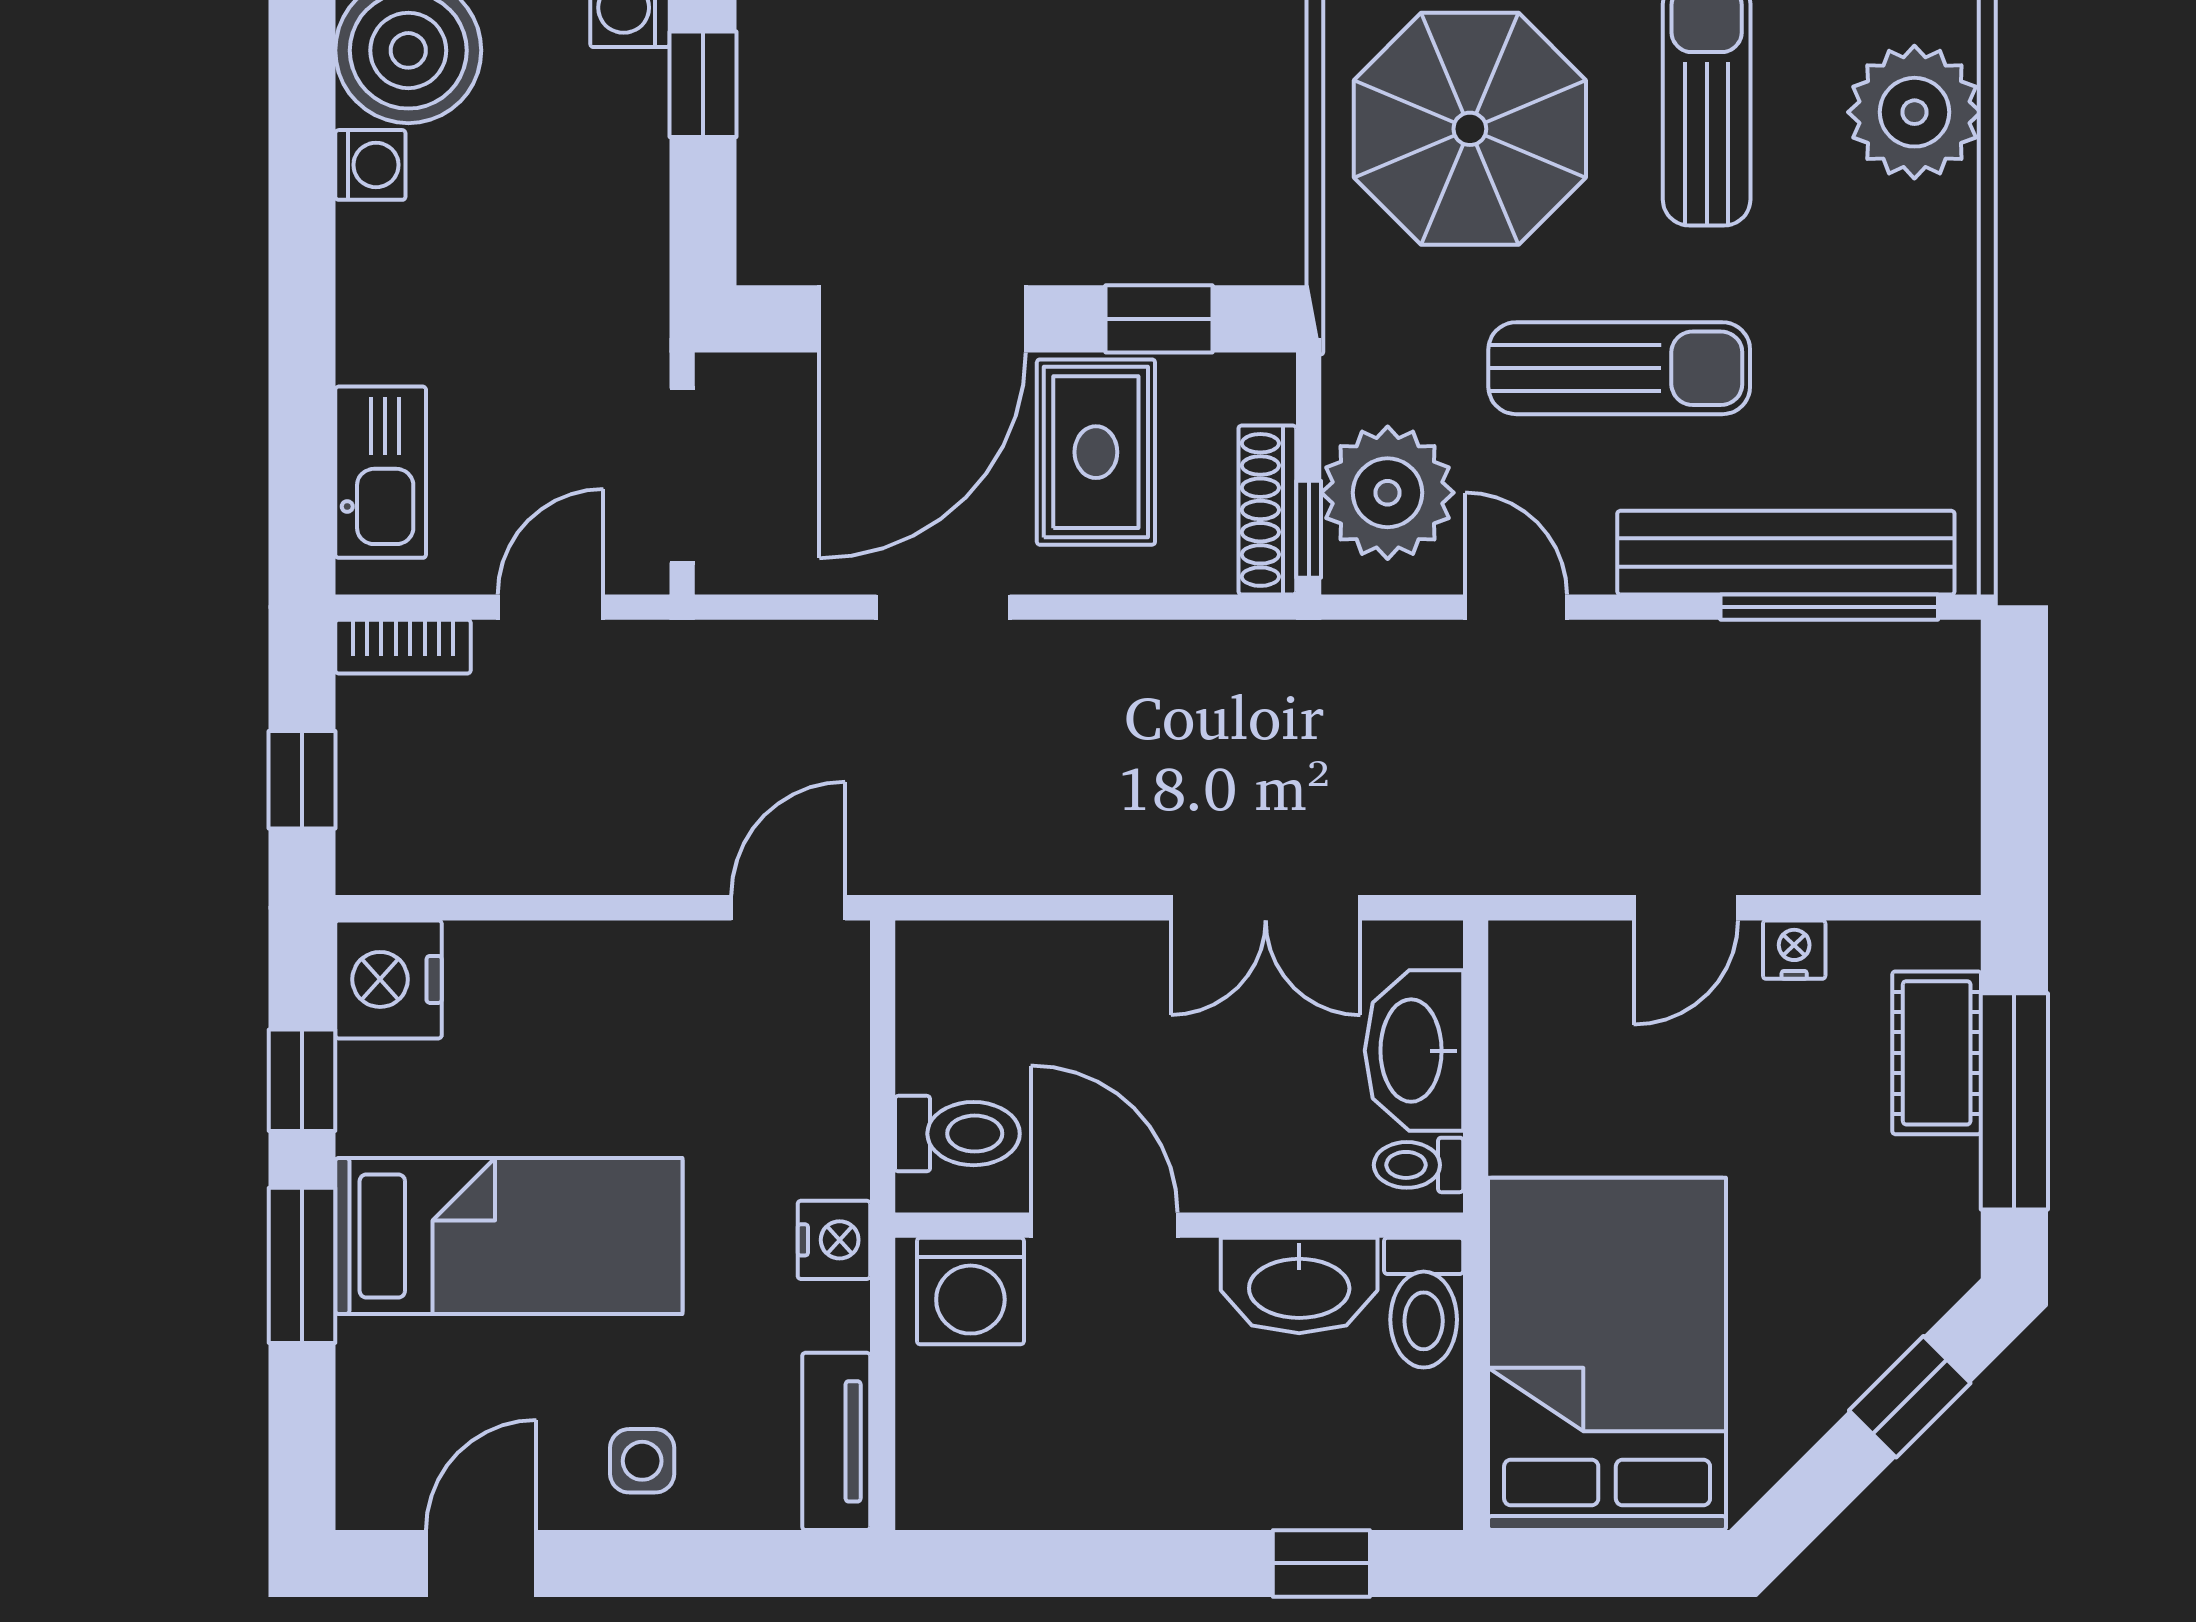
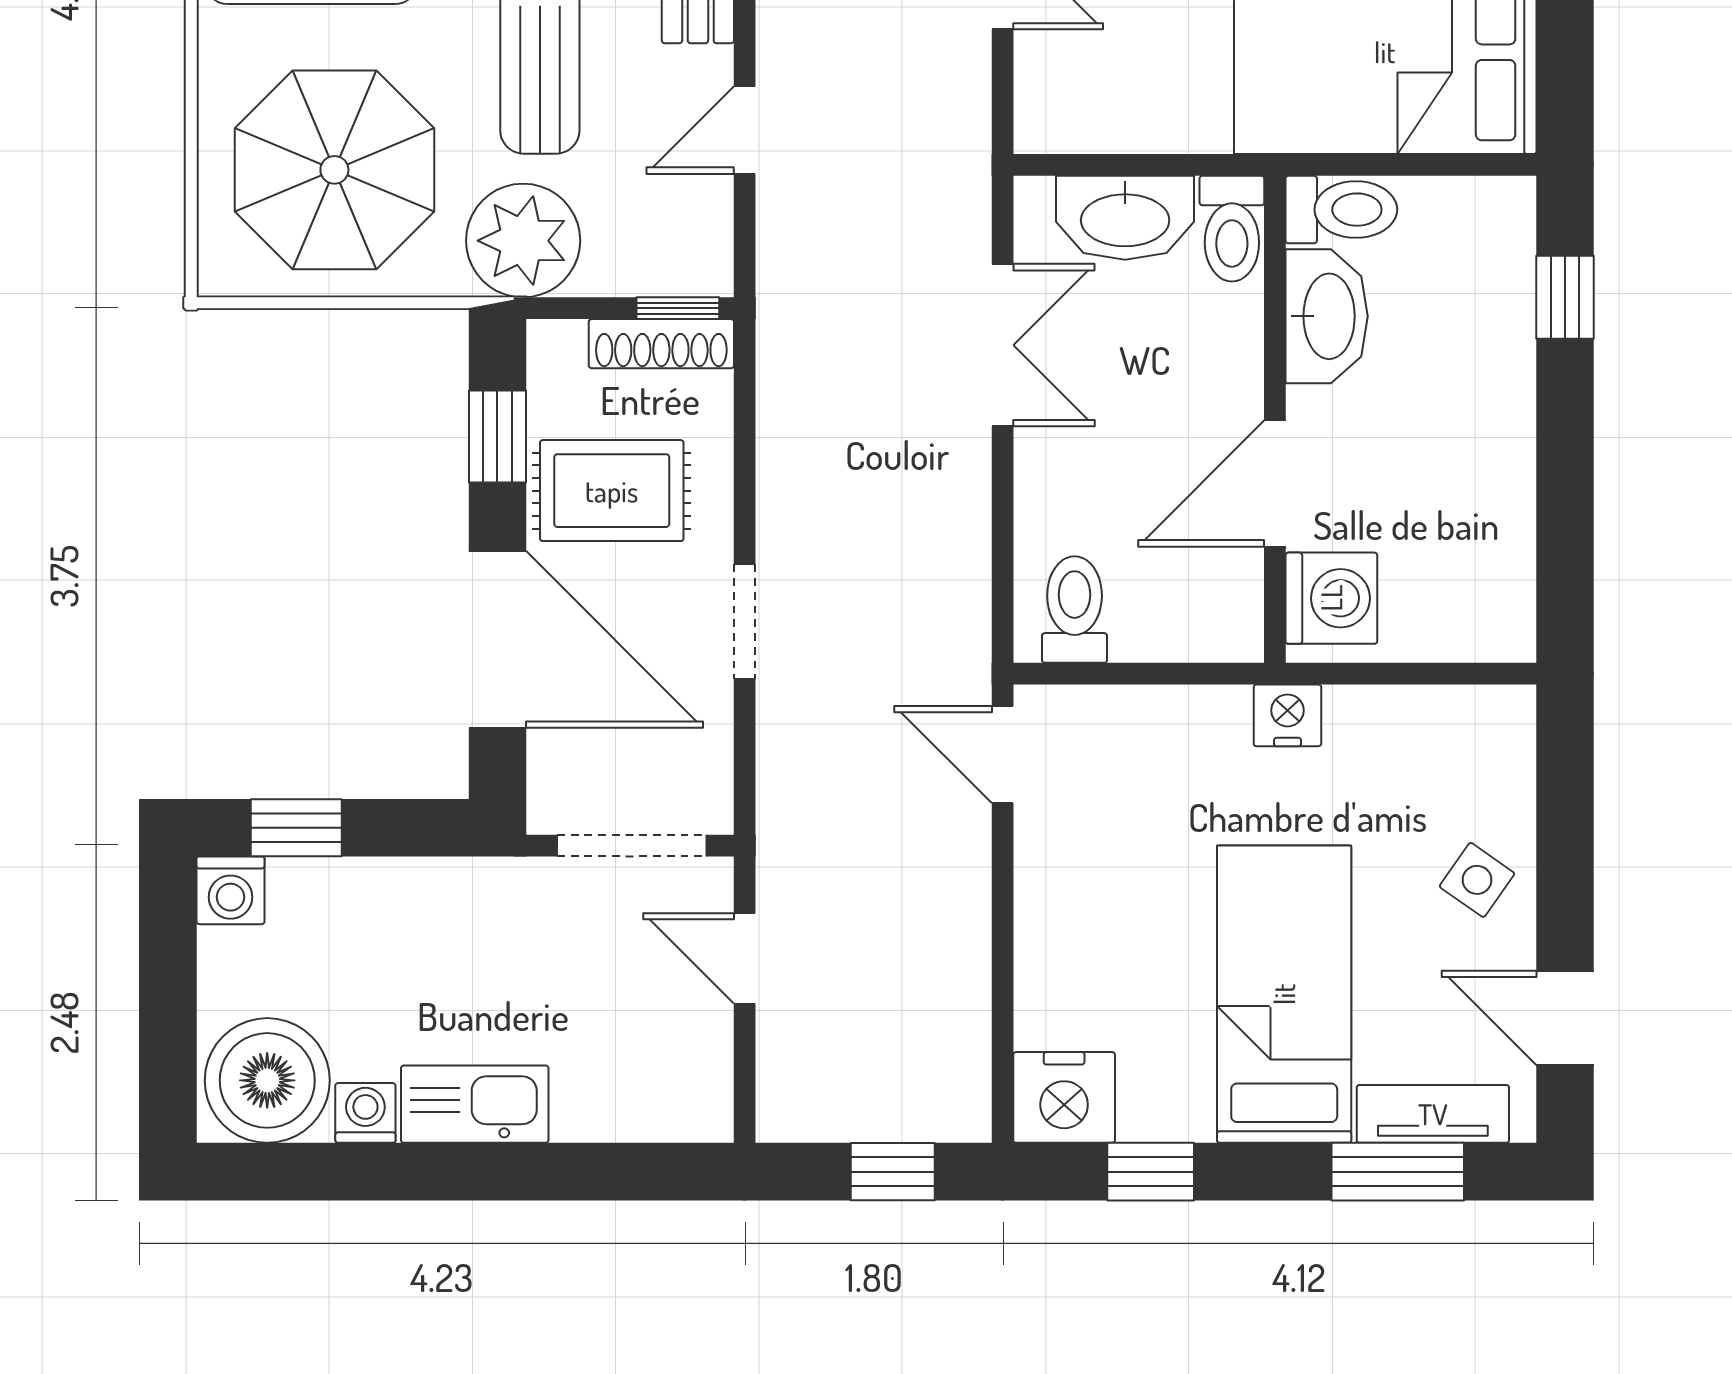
kitchen sink: (381, 472) -> (475, 1104), moved
plant: (1388, 493) -> (523, 241), moved
bookcase: (403, 647) -> (779, 1085), removed
toilet: (957, 1134) -> (1075, 609), moved
toilet: (1418, 1165) -> (1232, 229), width x1.37, depth x1.39
window: (302, 1265) -> (1398, 1172), moved
tv unit: (836, 1441) -> (1433, 1114), moved, turned 180
side table: (642, 1461) -> (1477, 880), turned 35

